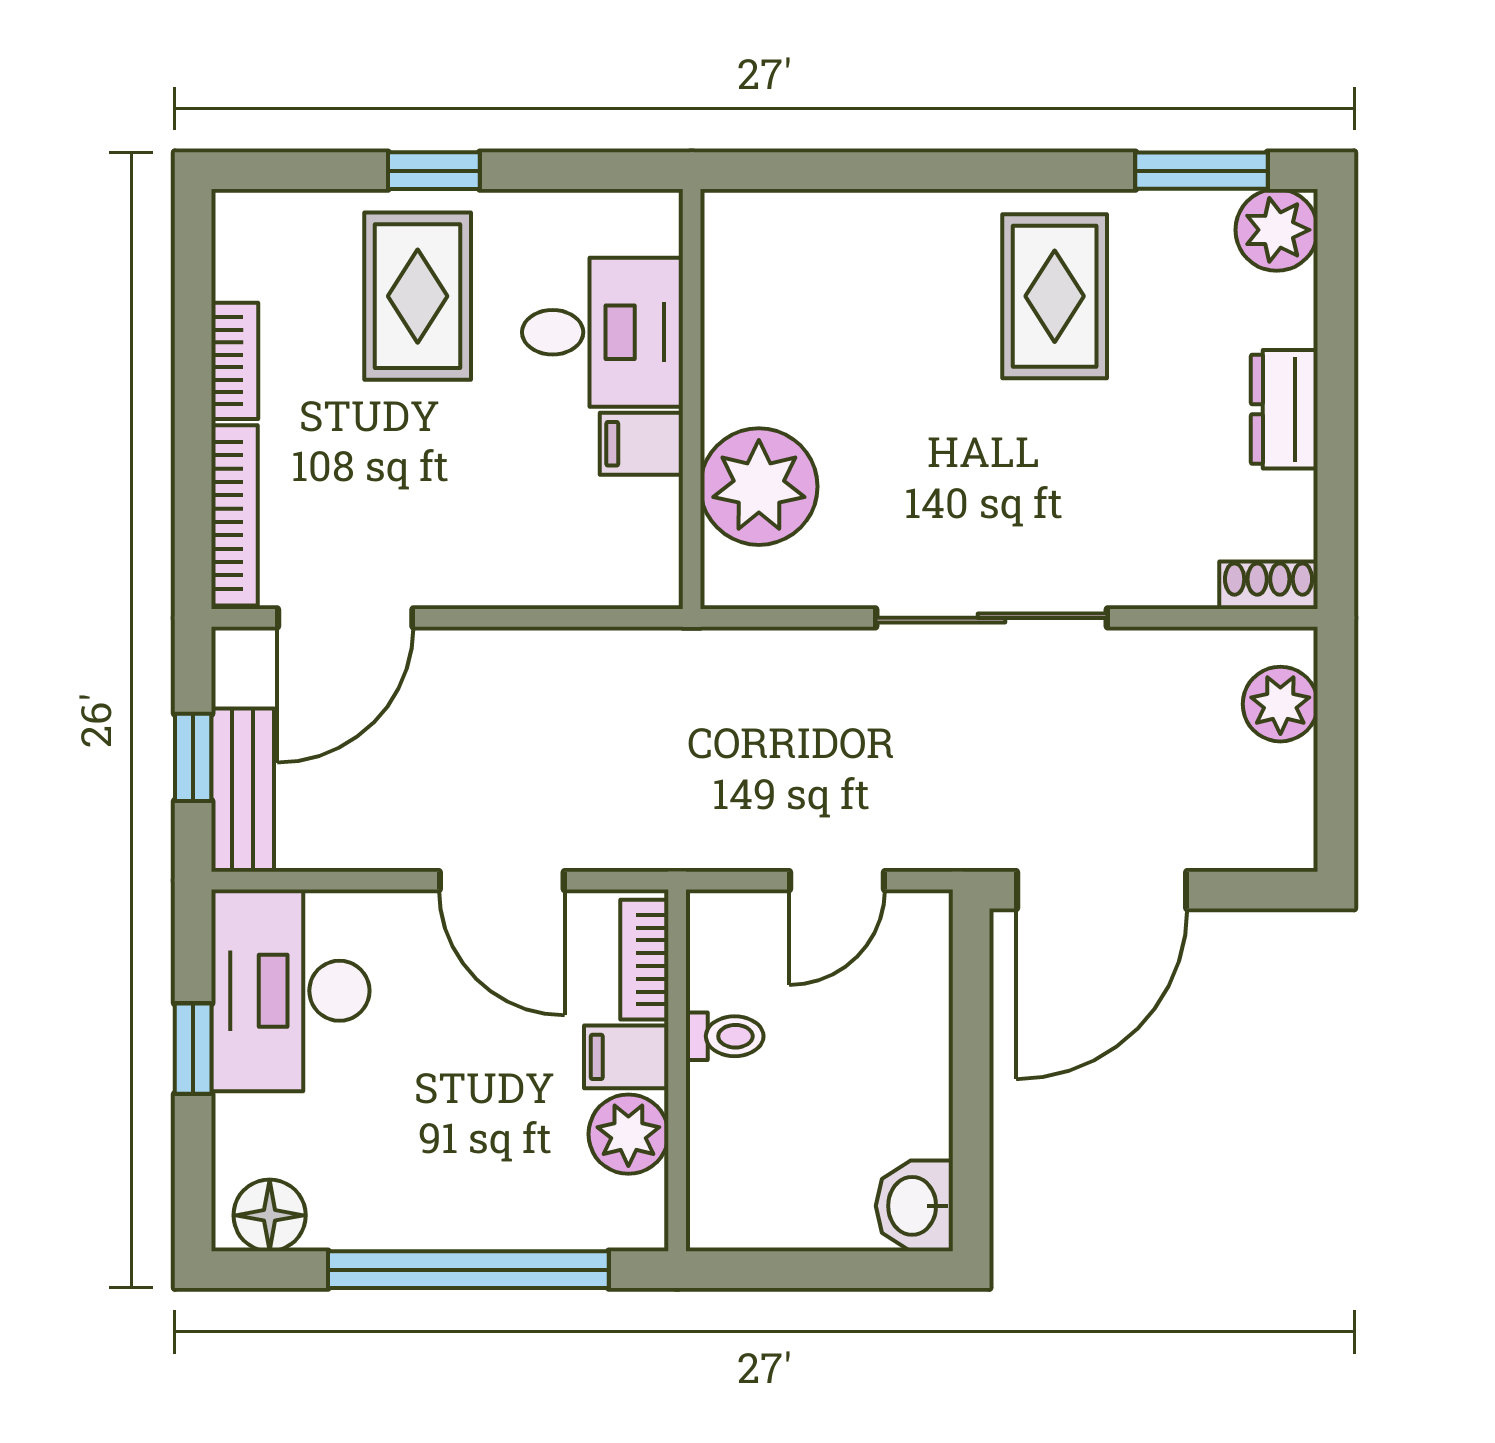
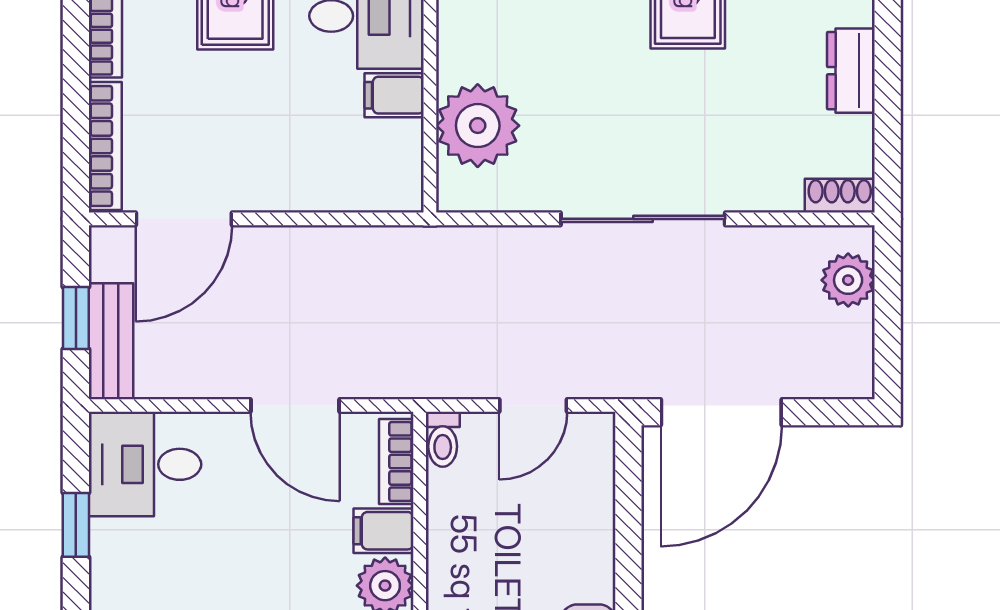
desk: (290, 991) -> (145, 464), width x0.73
toilet: (725, 1036) -> (443, 439), moved, turned 90

